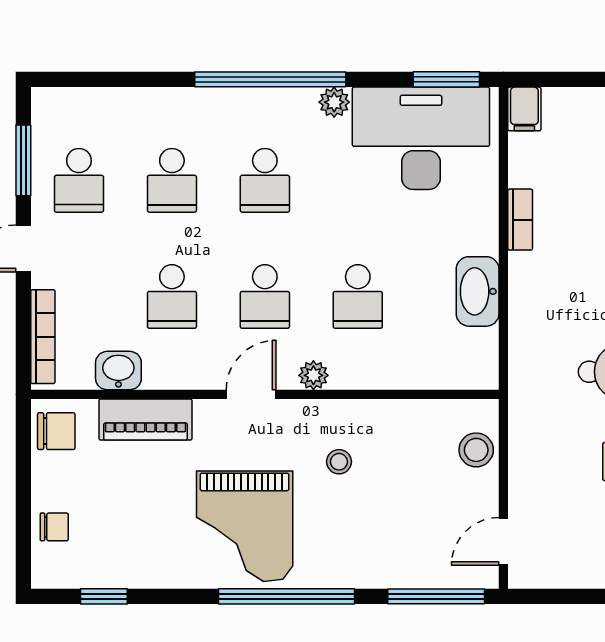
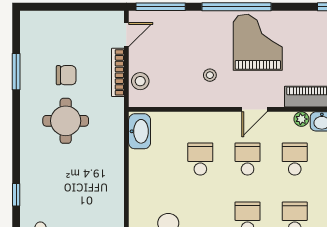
bookcase: (520, 220) -> (118, 72), moved, width x1.56
washbasin: (478, 291) -> (140, 131), moved
plant: (313, 375) -> (301, 119), moved

